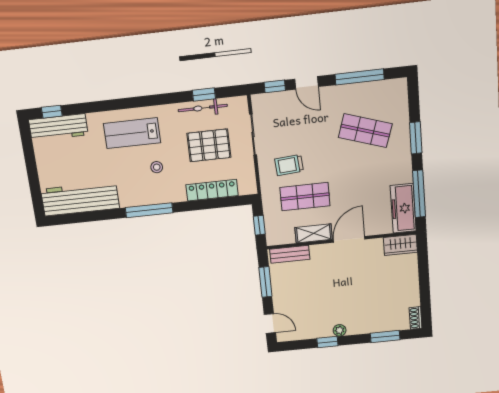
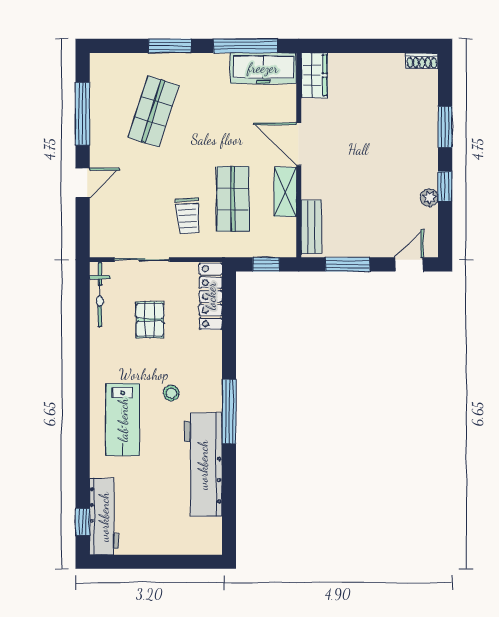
window: (275, 86) -> (83, 225), removed
window: (204, 94) -> (83, 318), removed
bicycle: (203, 108) -> (100, 294), moved
pallet: (209, 145) -> (150, 320), width x0.67, depth x0.71
locker: (212, 190) -> (211, 296), moved
workbench: (80, 199) -> (203, 465), moved
plant: (340, 330) -> (429, 198), moved
window: (385, 337) -> (445, 127), moved

